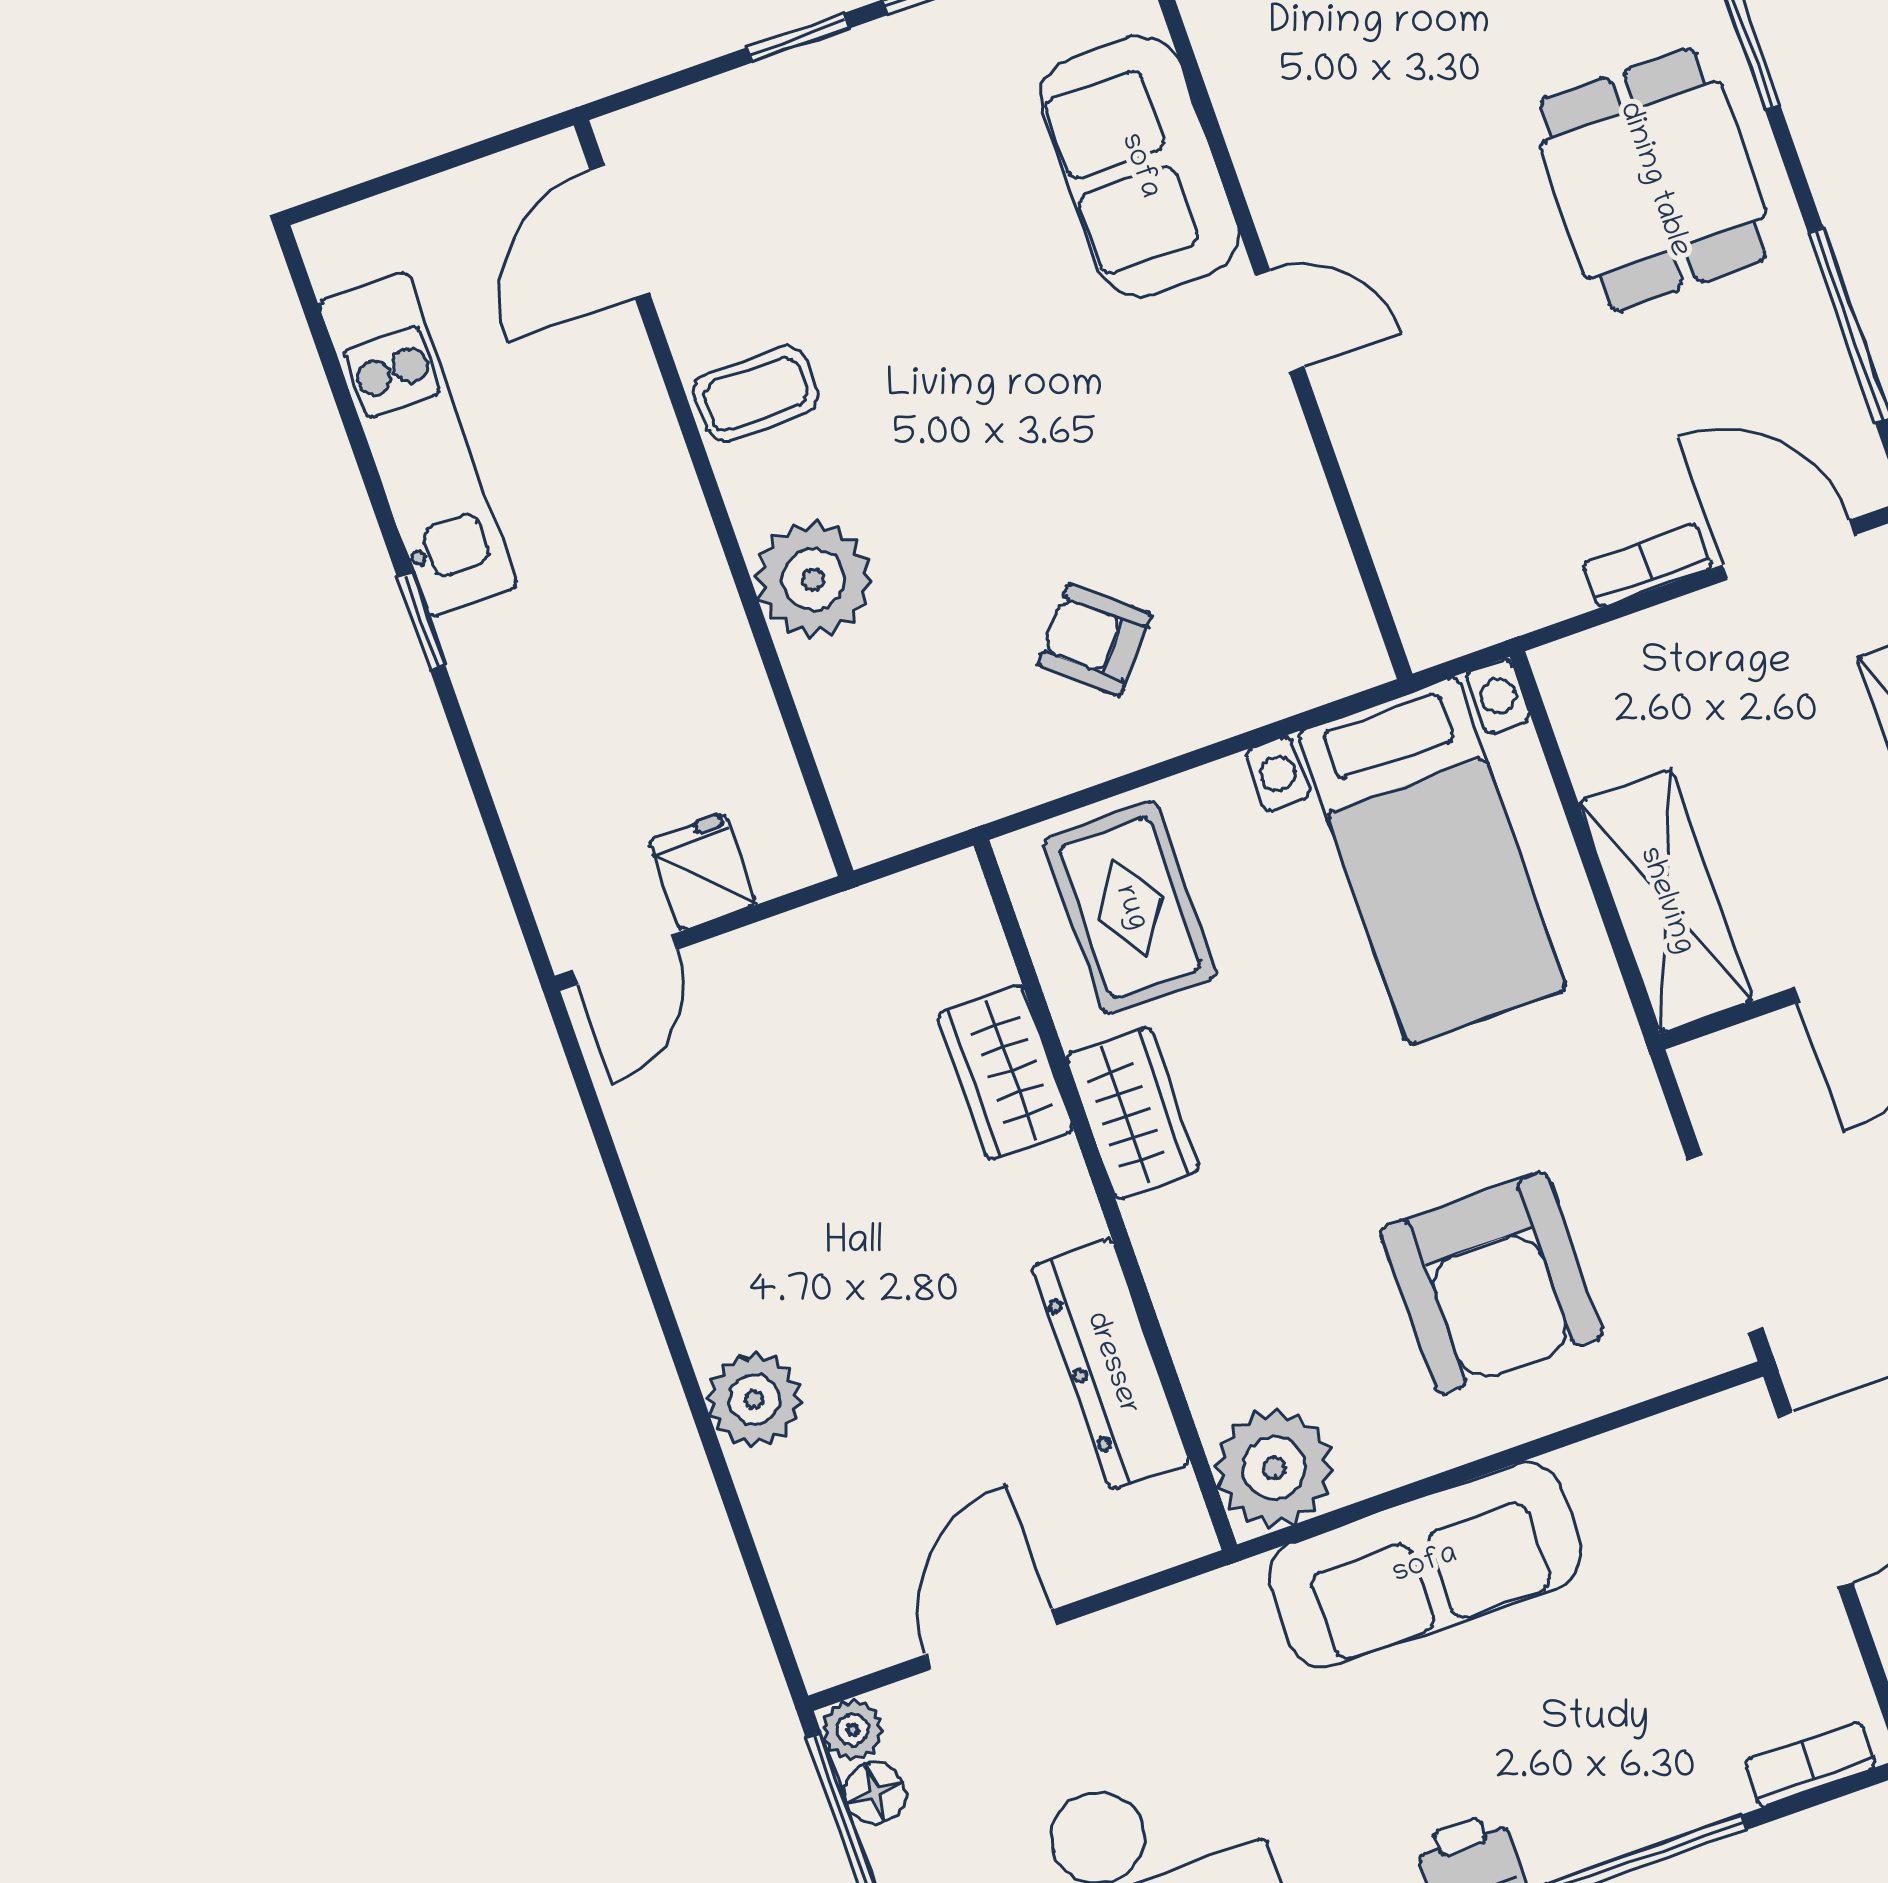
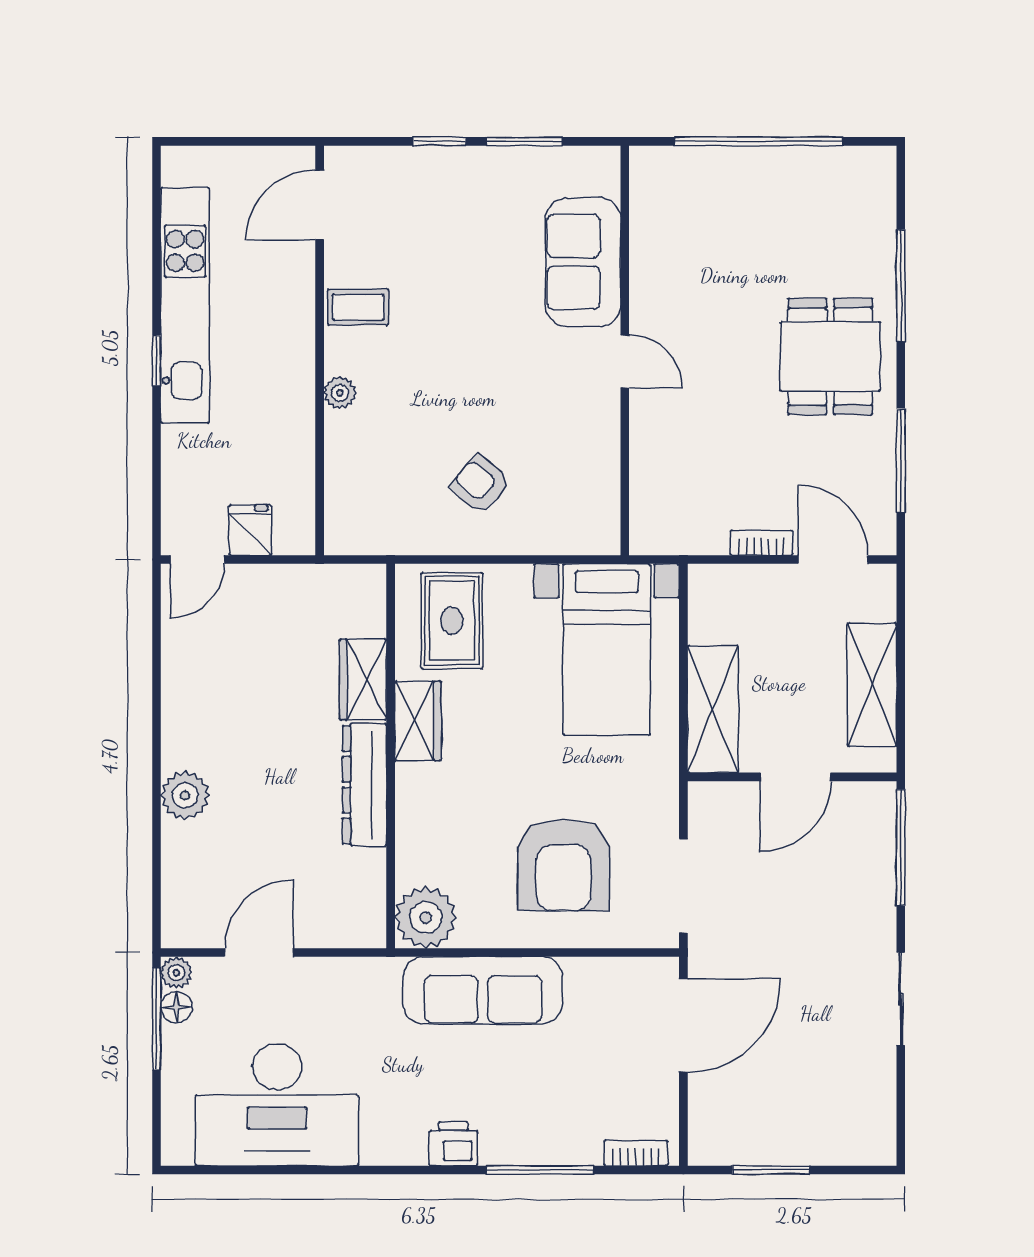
kitchen unit: (418, 444) -> (185, 305), width x1.36
plant: (813, 579) -> (340, 393), width x0.53, depth x0.53
dresser: (1111, 1364) -> (365, 785), moved

